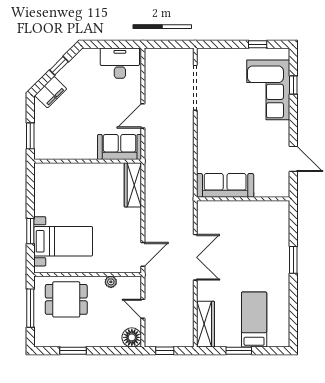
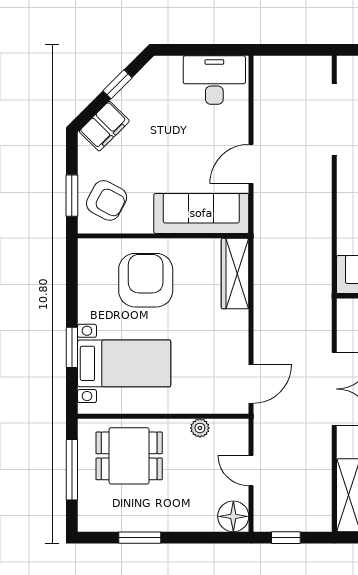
armchair: (52, 139) -> (107, 200), added
sofa: (120, 147) -> (201, 213), width x1.36
armchair: (77, 189) -> (146, 280), added

